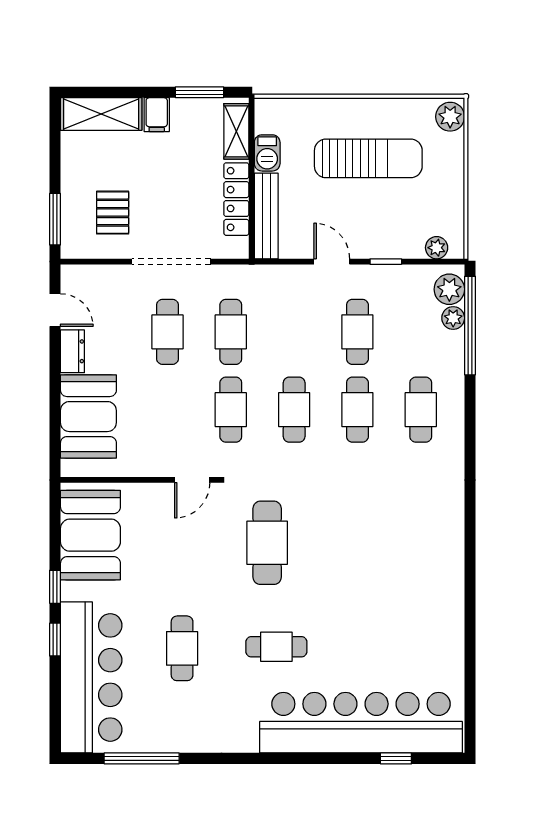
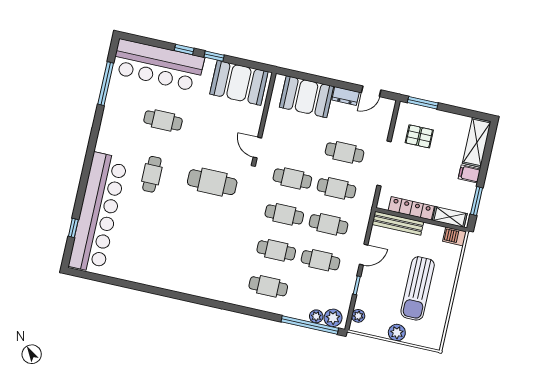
plant: (450, 117) -> (397, 333), moved
barbecue: (267, 153) -> (455, 236), moved
cafe table: (294, 332) -> (328, 224), added

